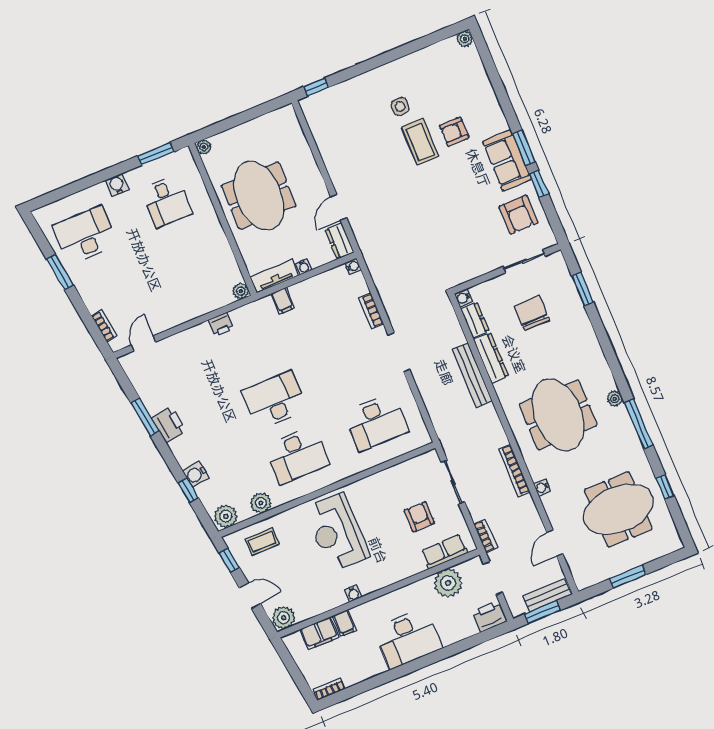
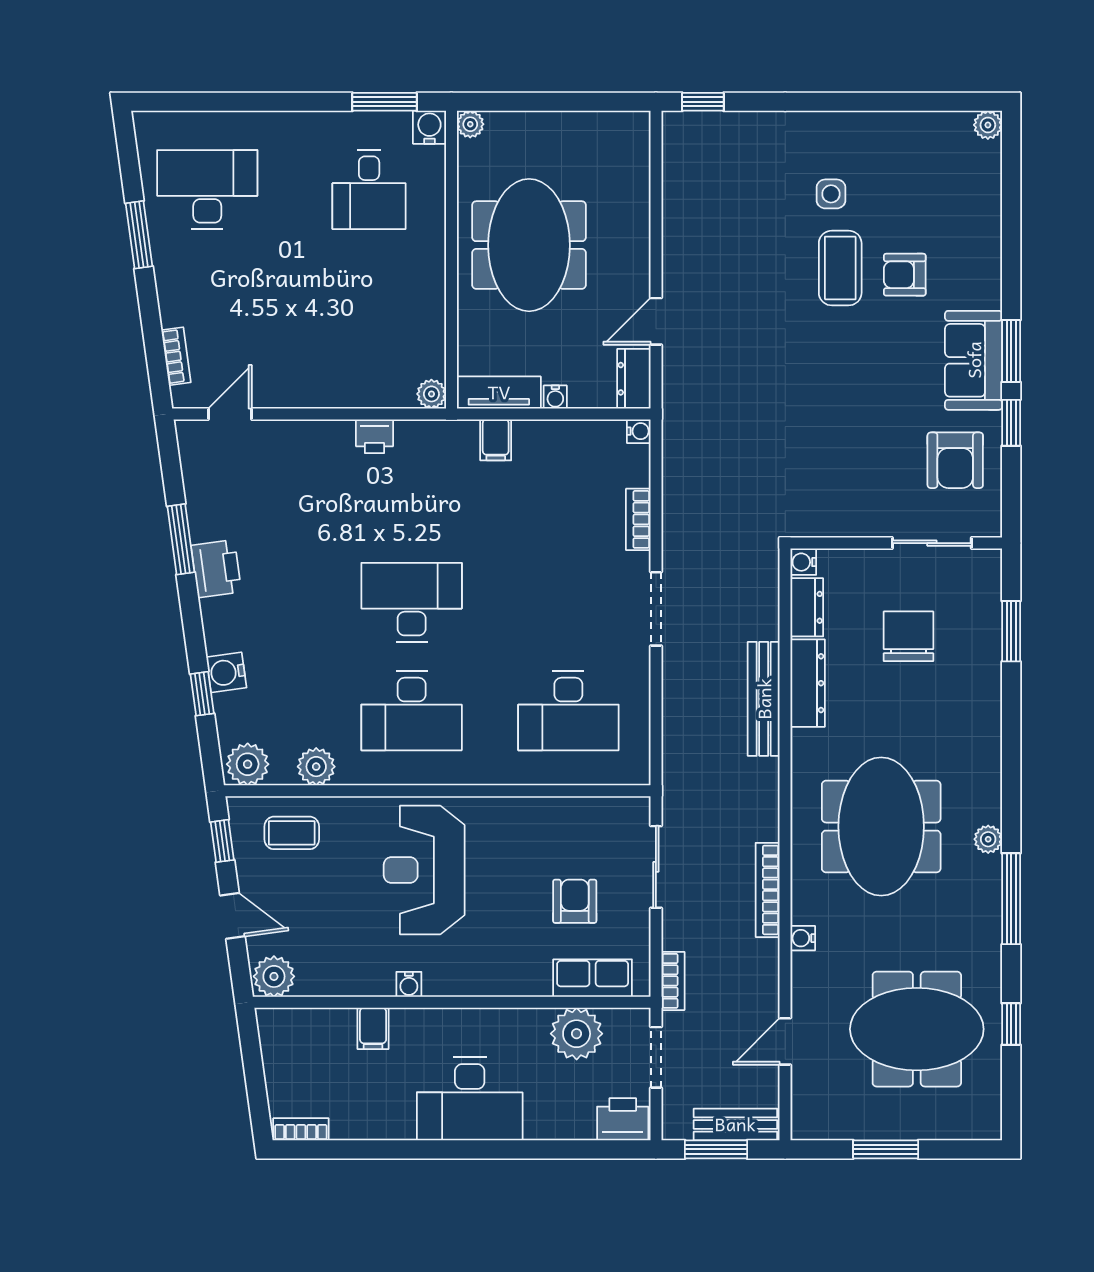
water cooler: (117, 185) -> (429, 127), moved
filing cabinet: (320, 633) -> (324, 1028), removed

